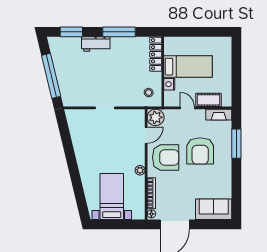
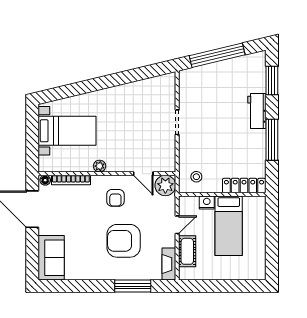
armchair: (166, 158) -> (115, 198), width x0.53, depth x0.53

